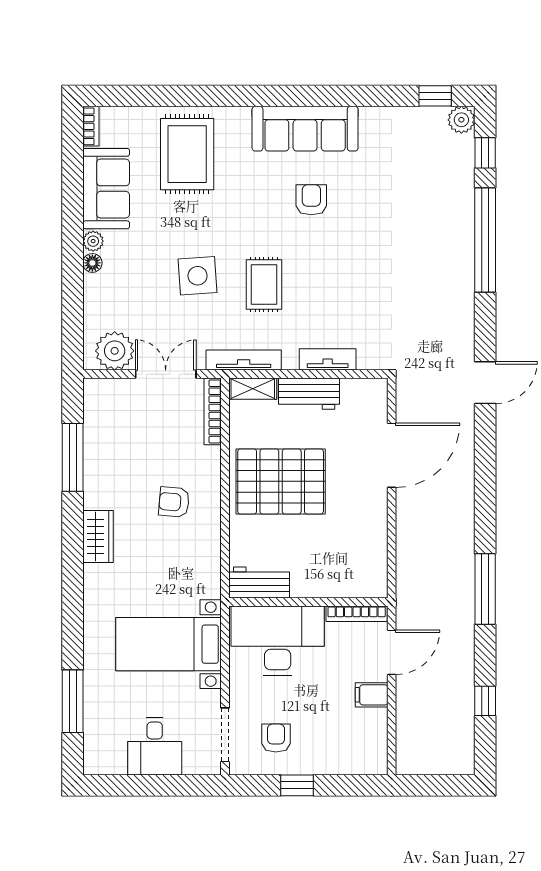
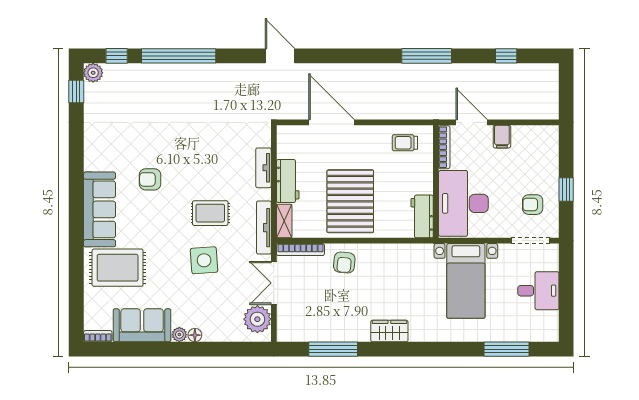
sofa: (305, 129) -> (99, 209), moved
armchair: (174, 502) -> (344, 262), moved
trolley: (363, 558) -> (405, 143), added

